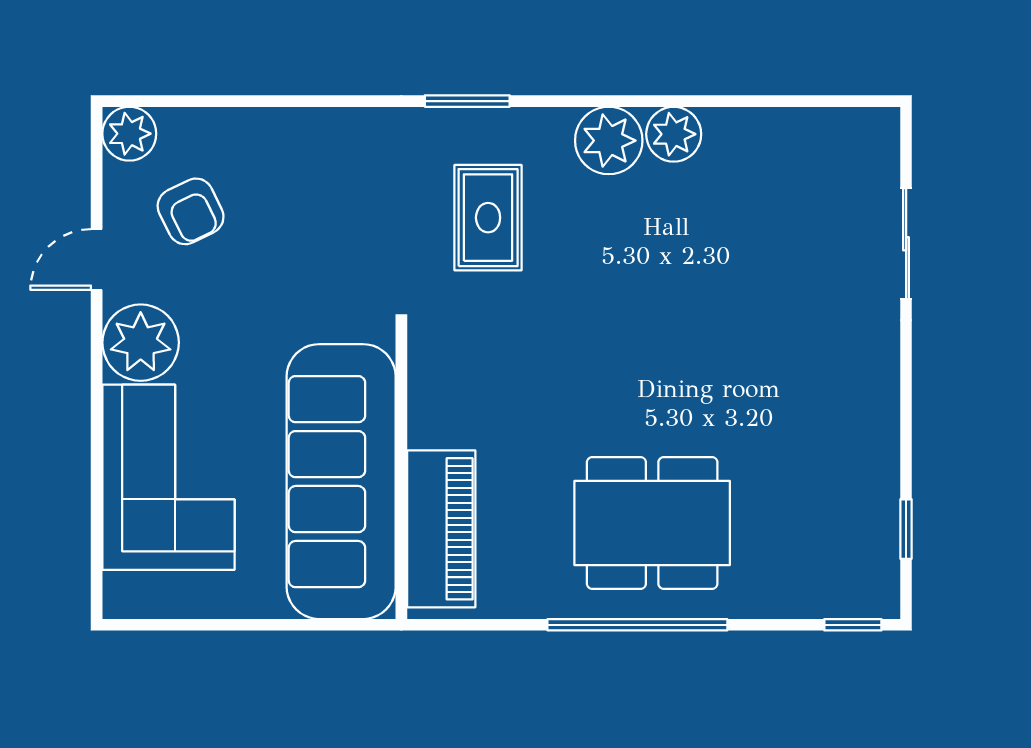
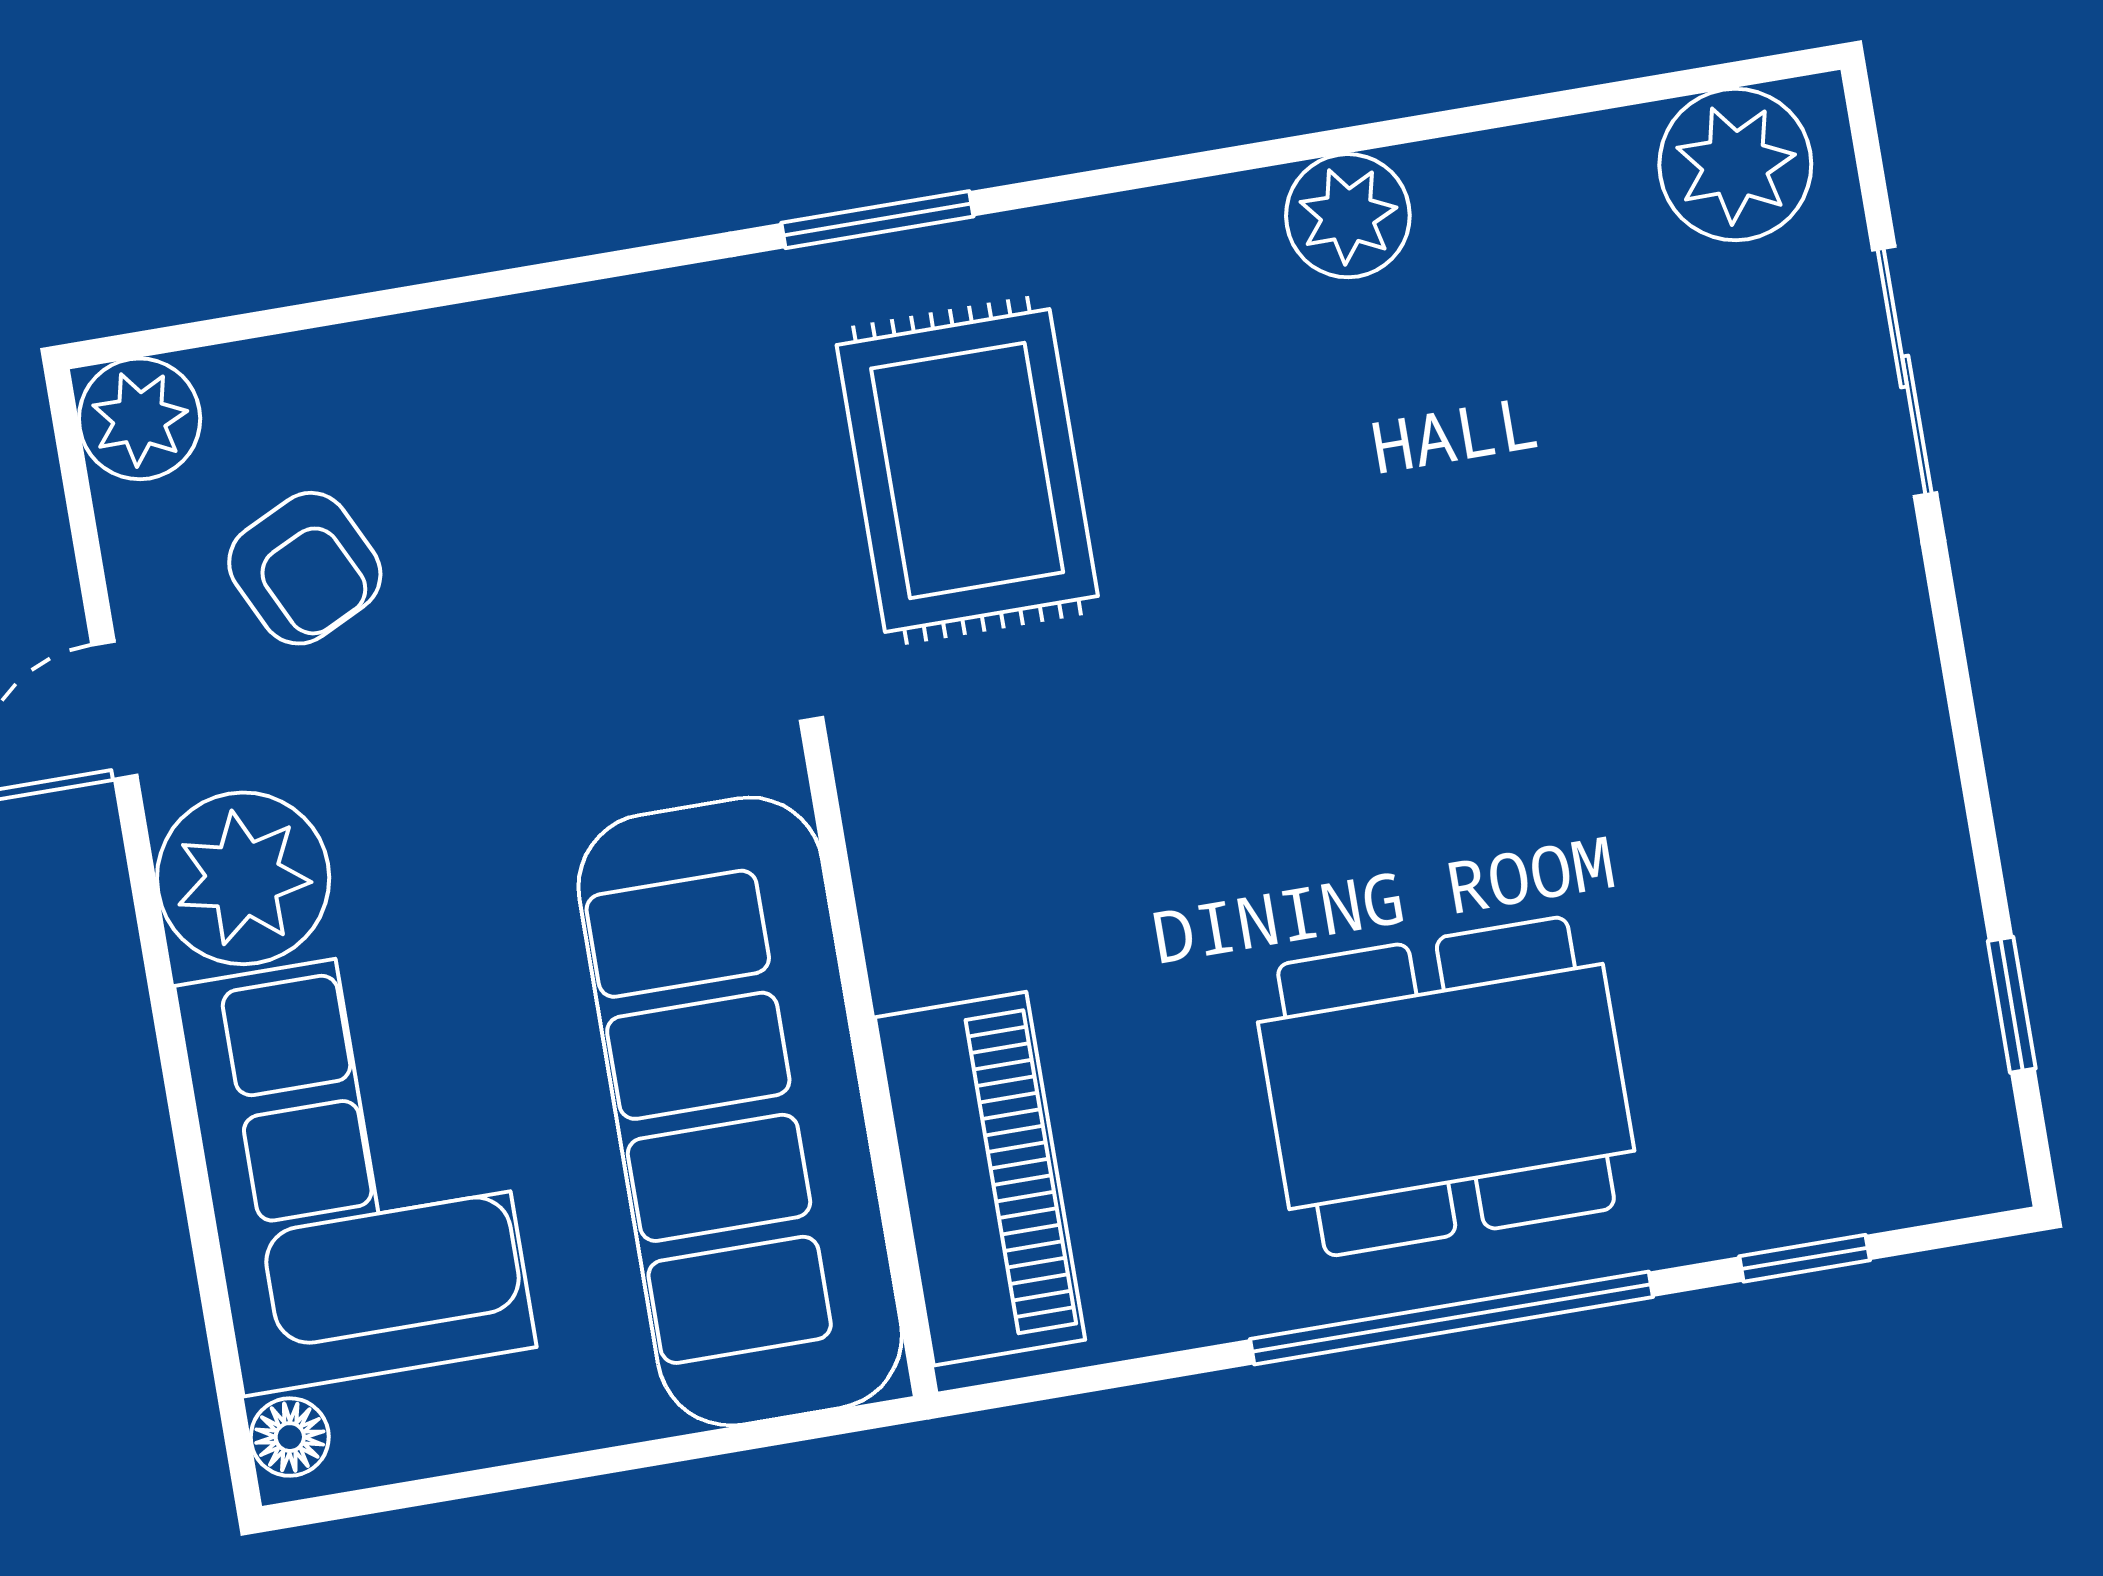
plant: (609, 141) -> (1735, 164), moved
rug: (488, 218) -> (967, 470), width x1.36, depth x1.43
floor lamp: (120, 591) -> (290, 1437), added
window: (853, 625) -> (1805, 1258), moved

